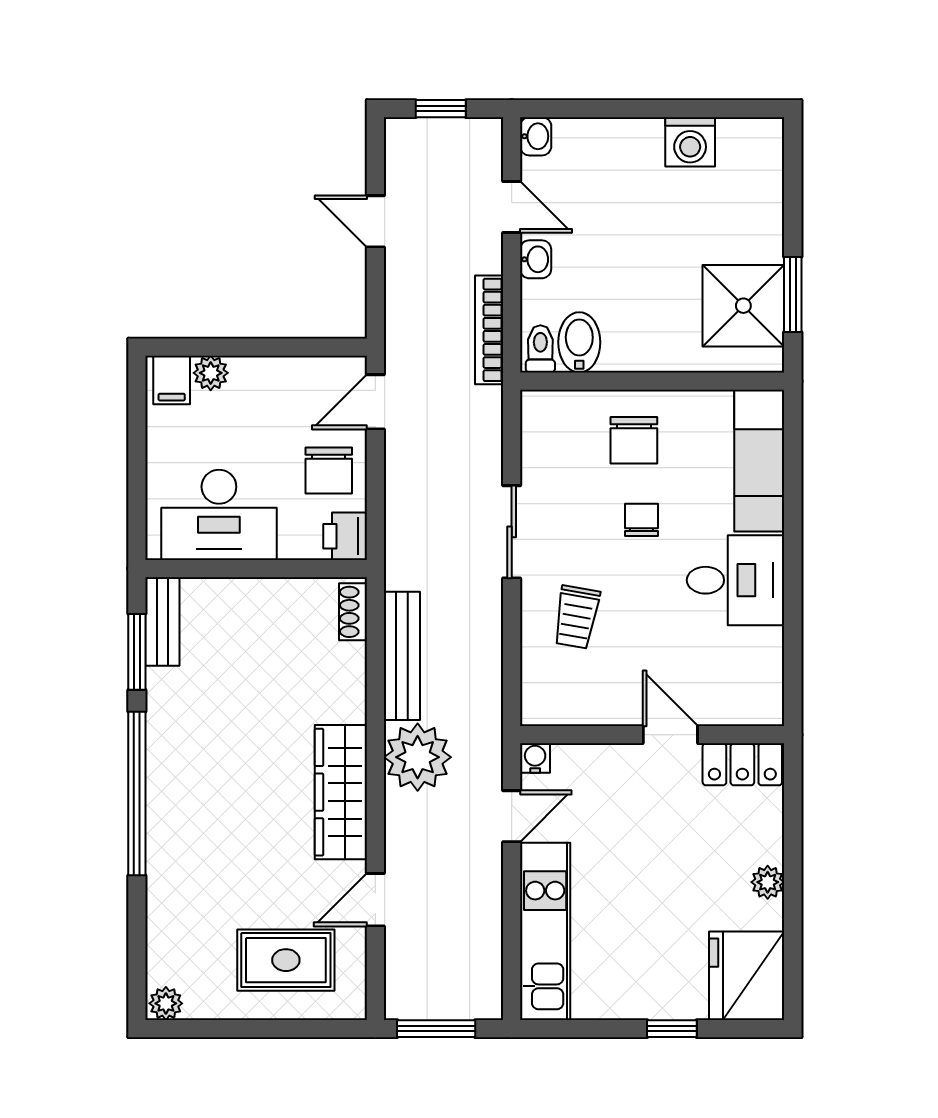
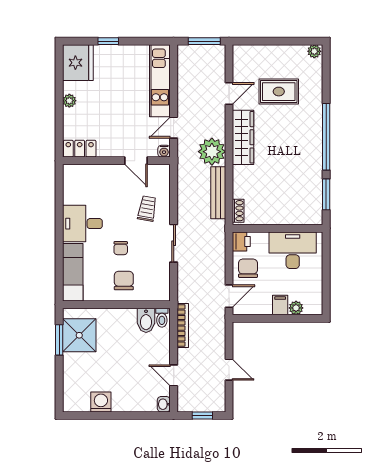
washbasin: (536, 259) -> (164, 354), removed
filing cabinet: (172, 380) -> (280, 305), moved
bench: (162, 622) -> (316, 207), removed
door: (670, 735) -> (136, 161), moved
rug: (286, 960) -> (279, 92), moved

